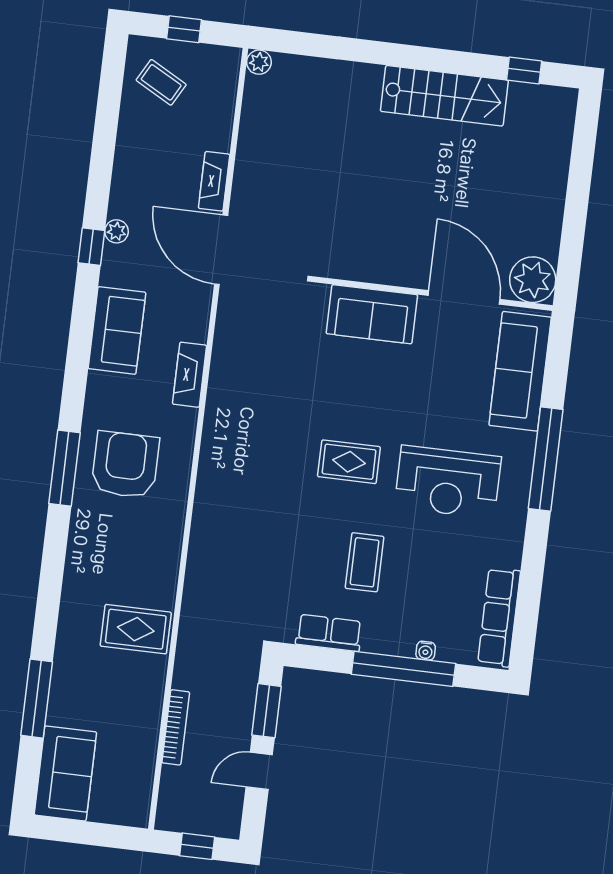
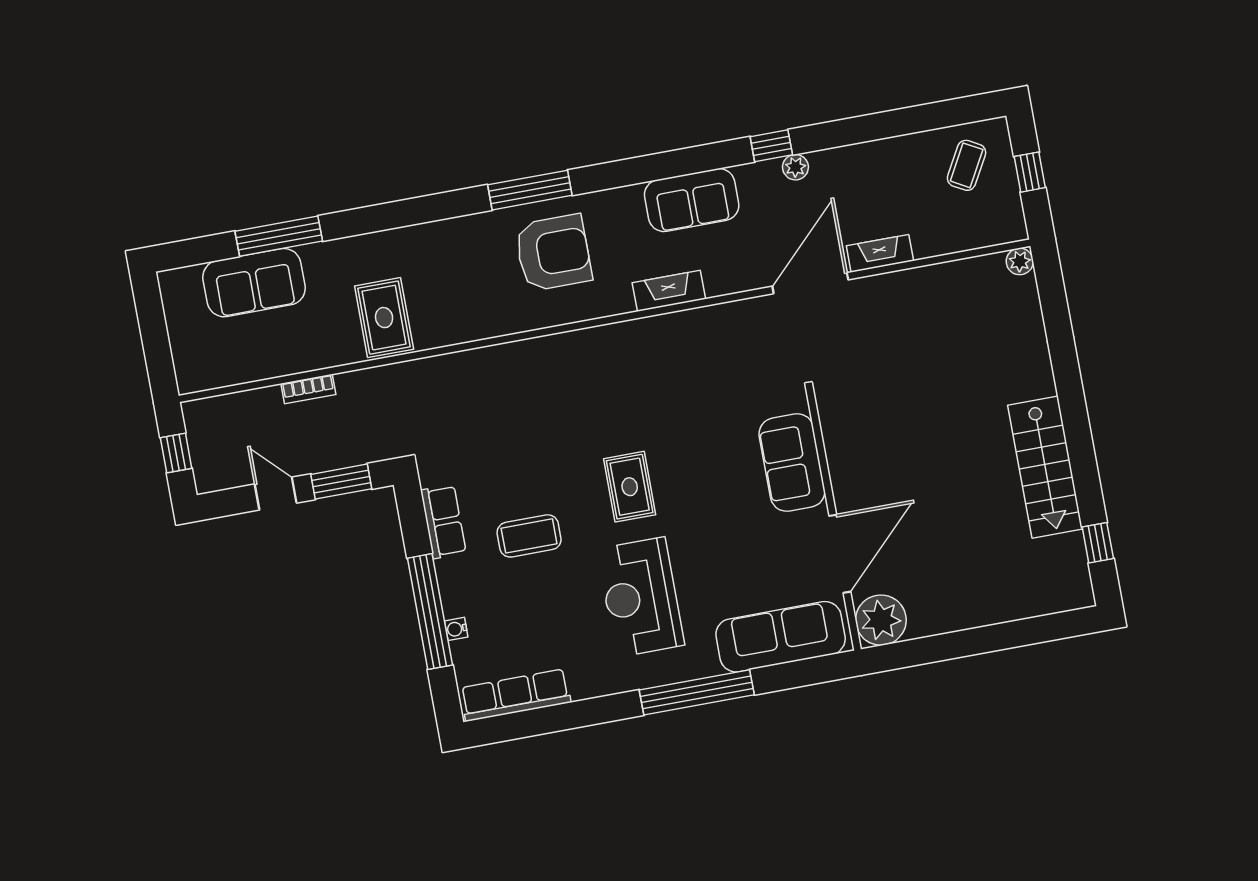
bookcase: (176, 727) -> (308, 389), width x0.64
sofa: (65, 773) -> (254, 283), moved

